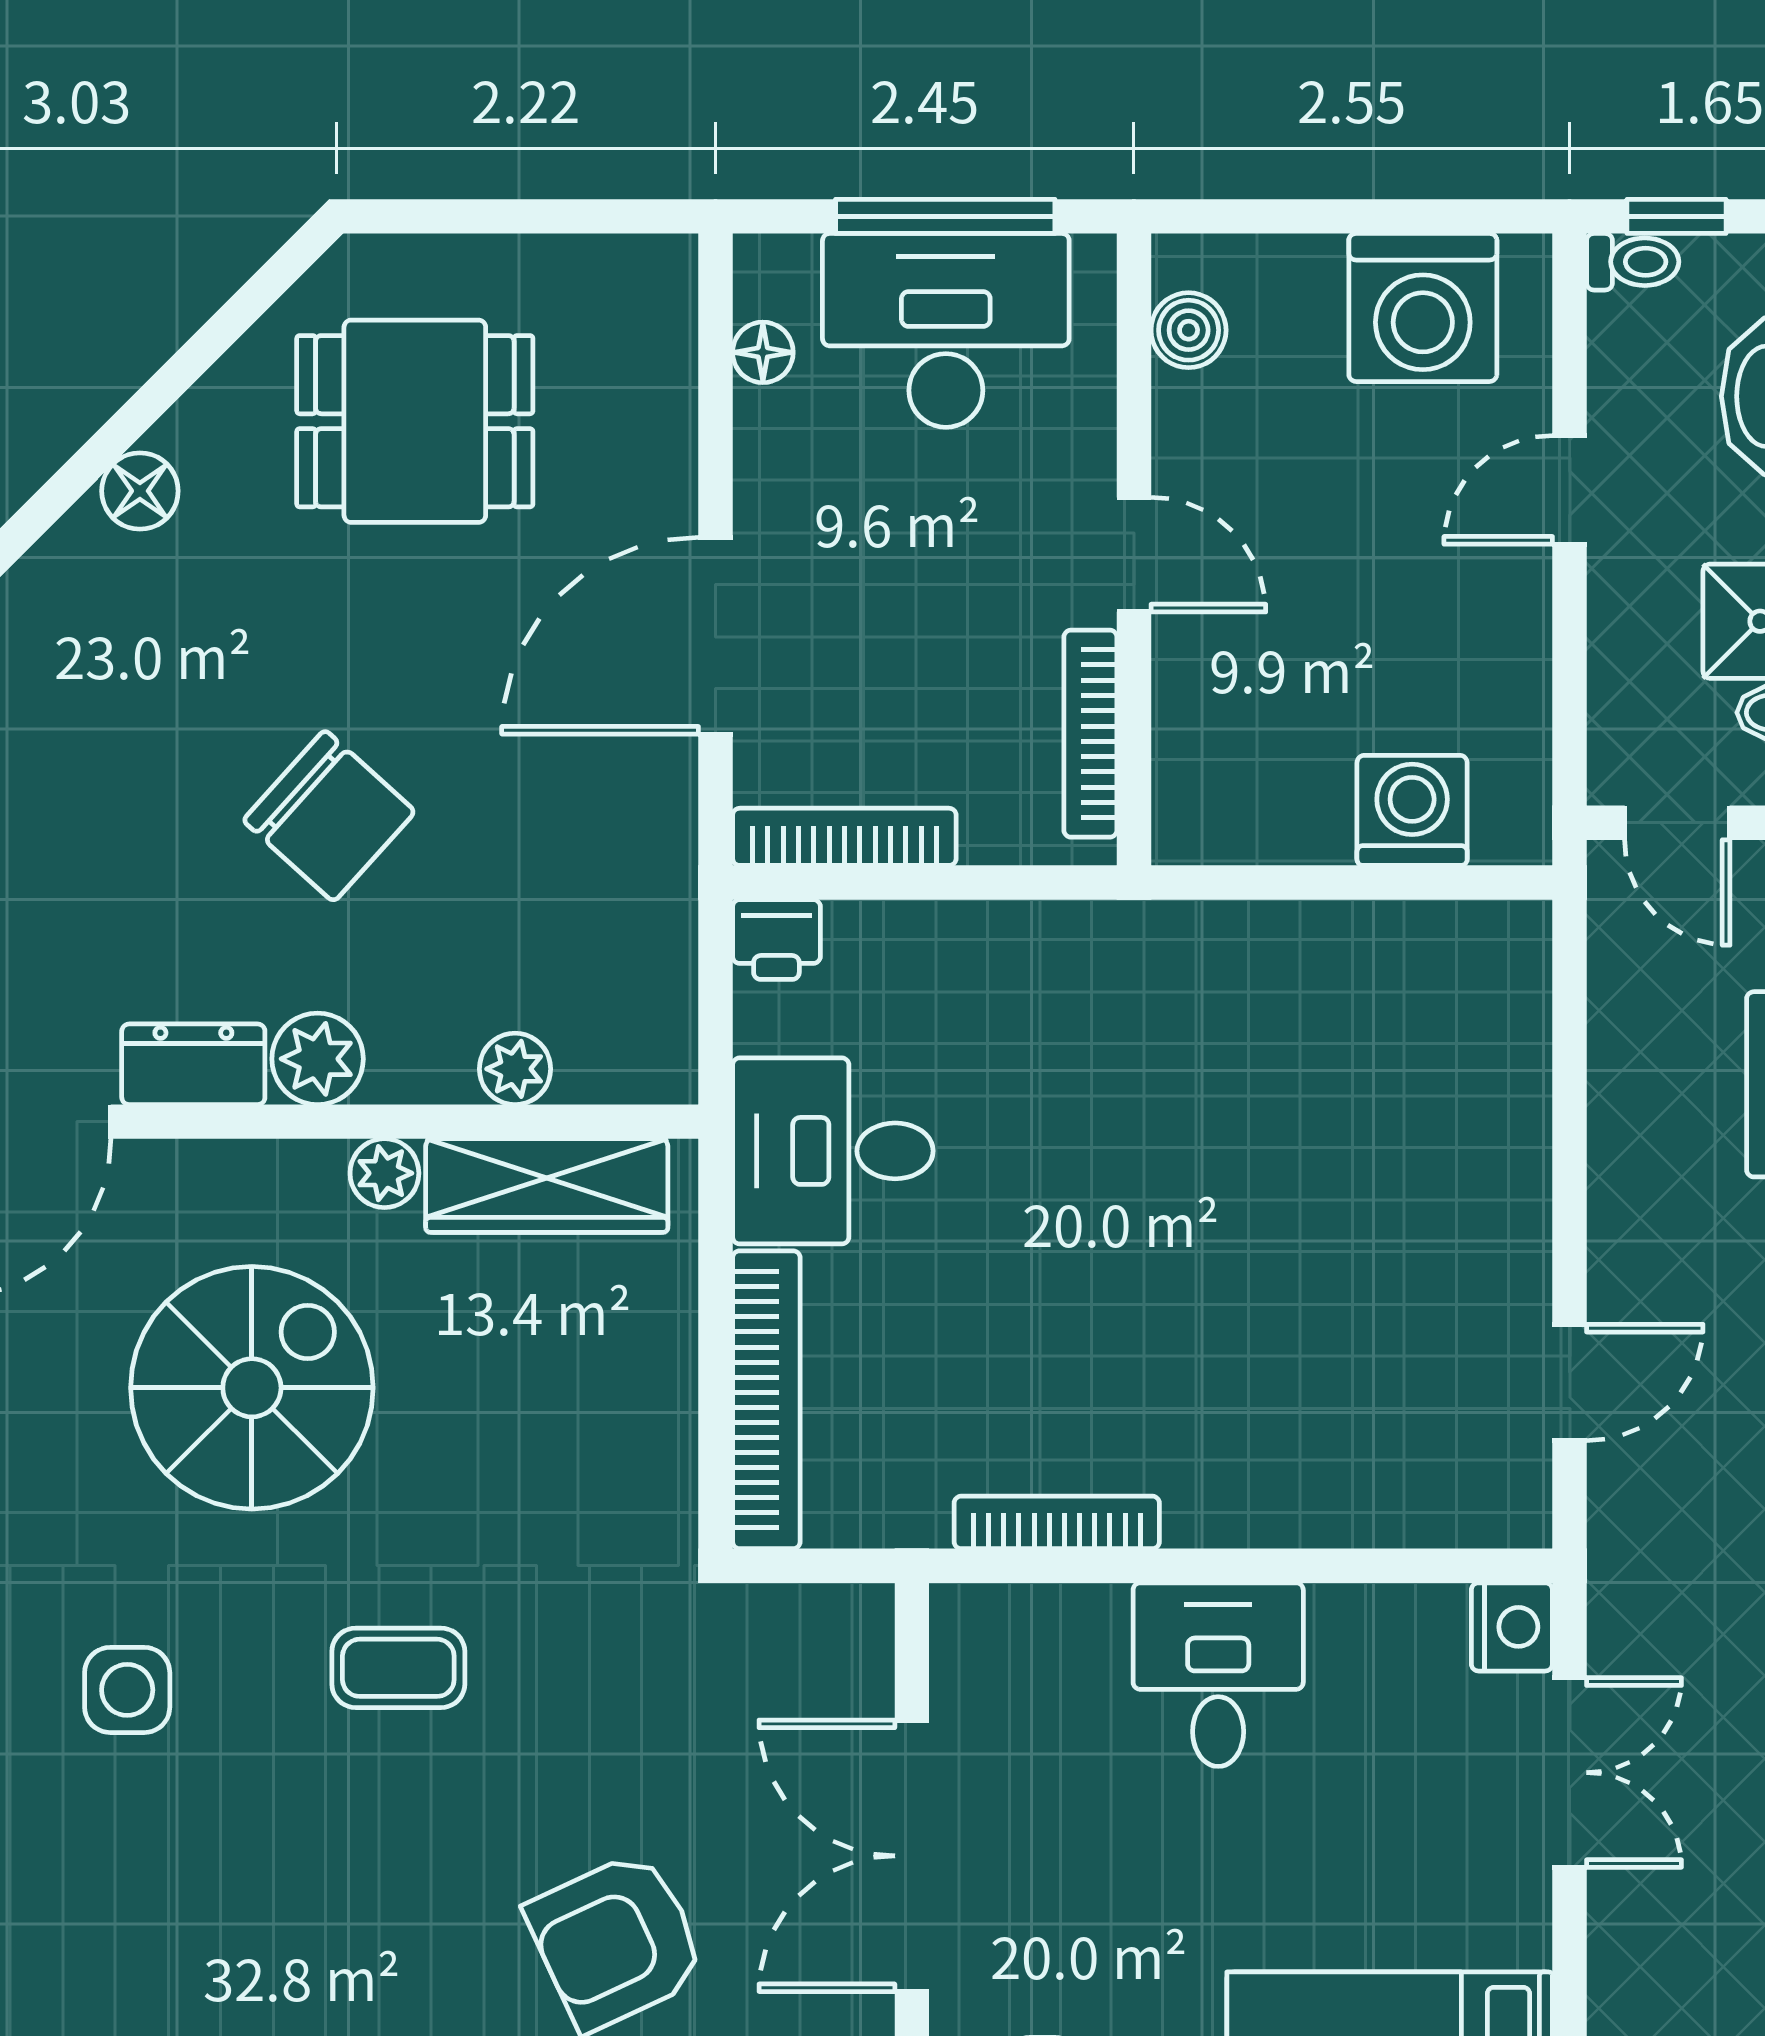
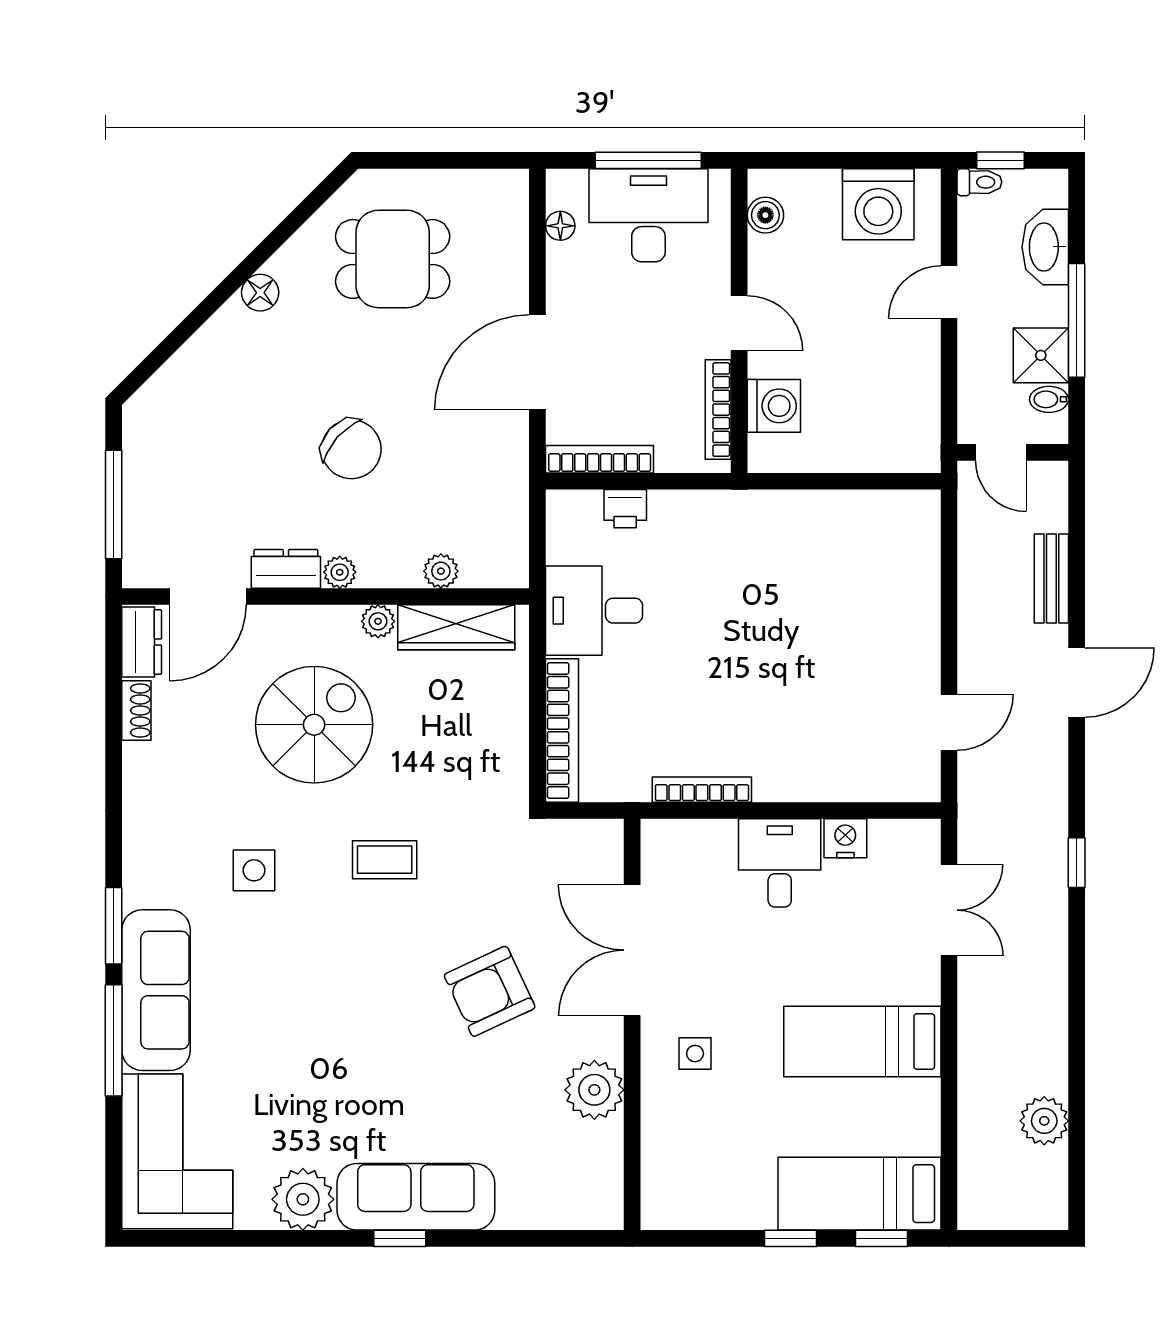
washing machine: (1412, 810) -> (774, 406), moved, turned 90
printer: (776, 940) -> (625, 509), moved
plant: (318, 1059) -> (340, 572), width x0.73, depth x0.73
nightstand: (1512, 1627) -> (845, 838), moved, turned -90

